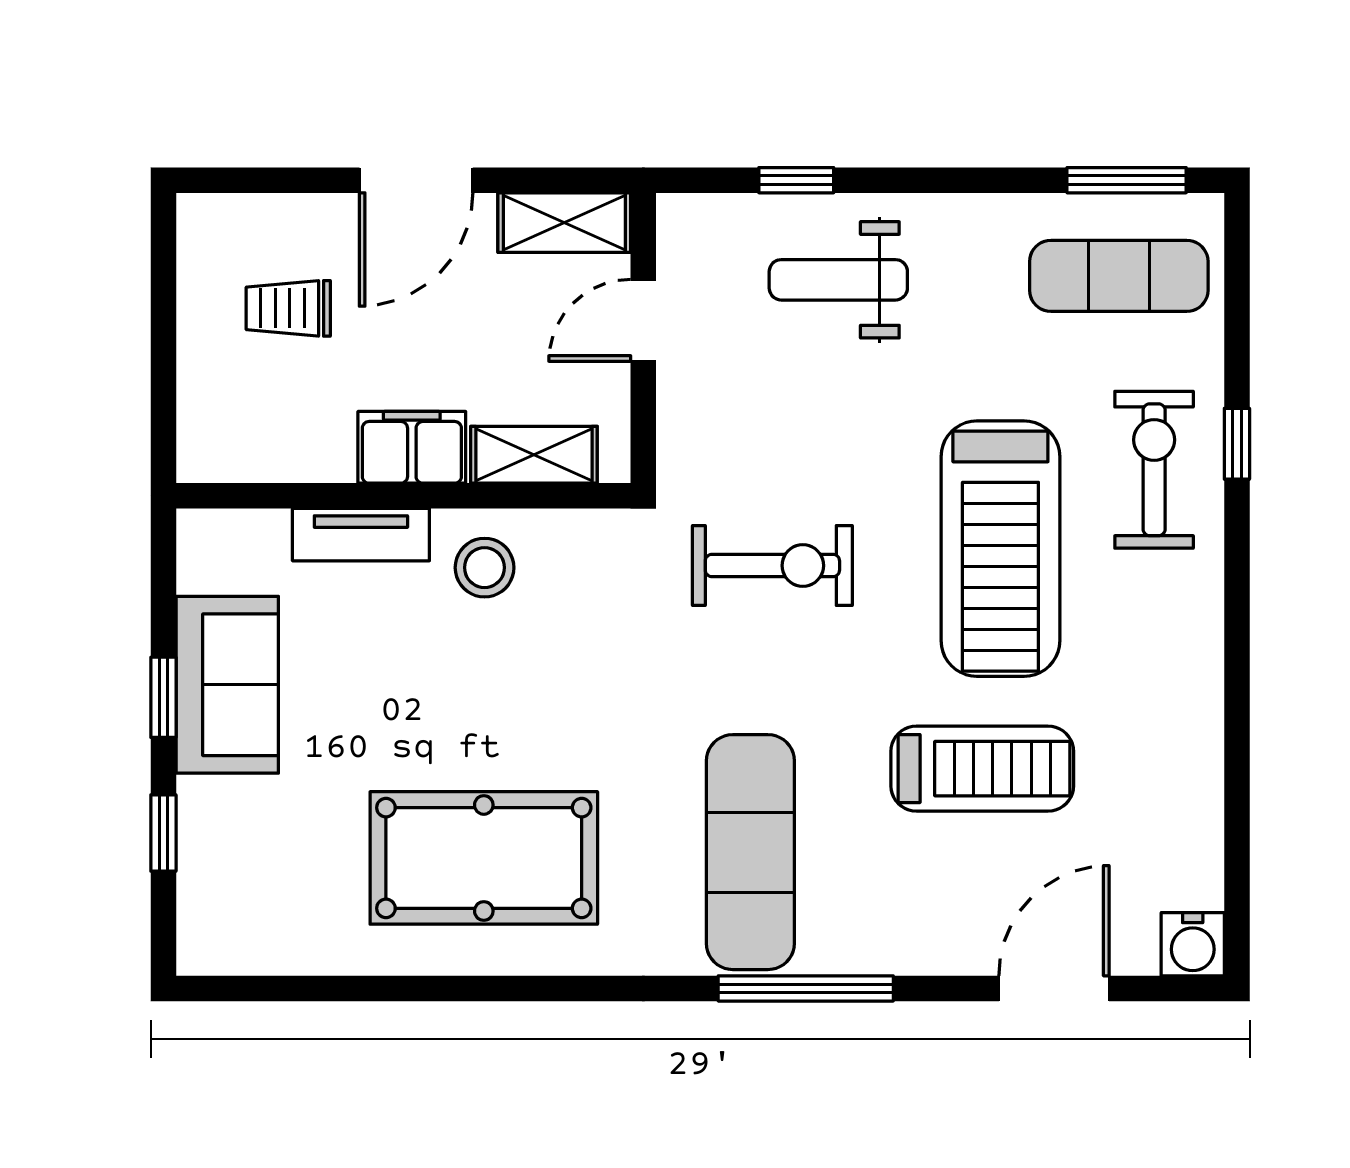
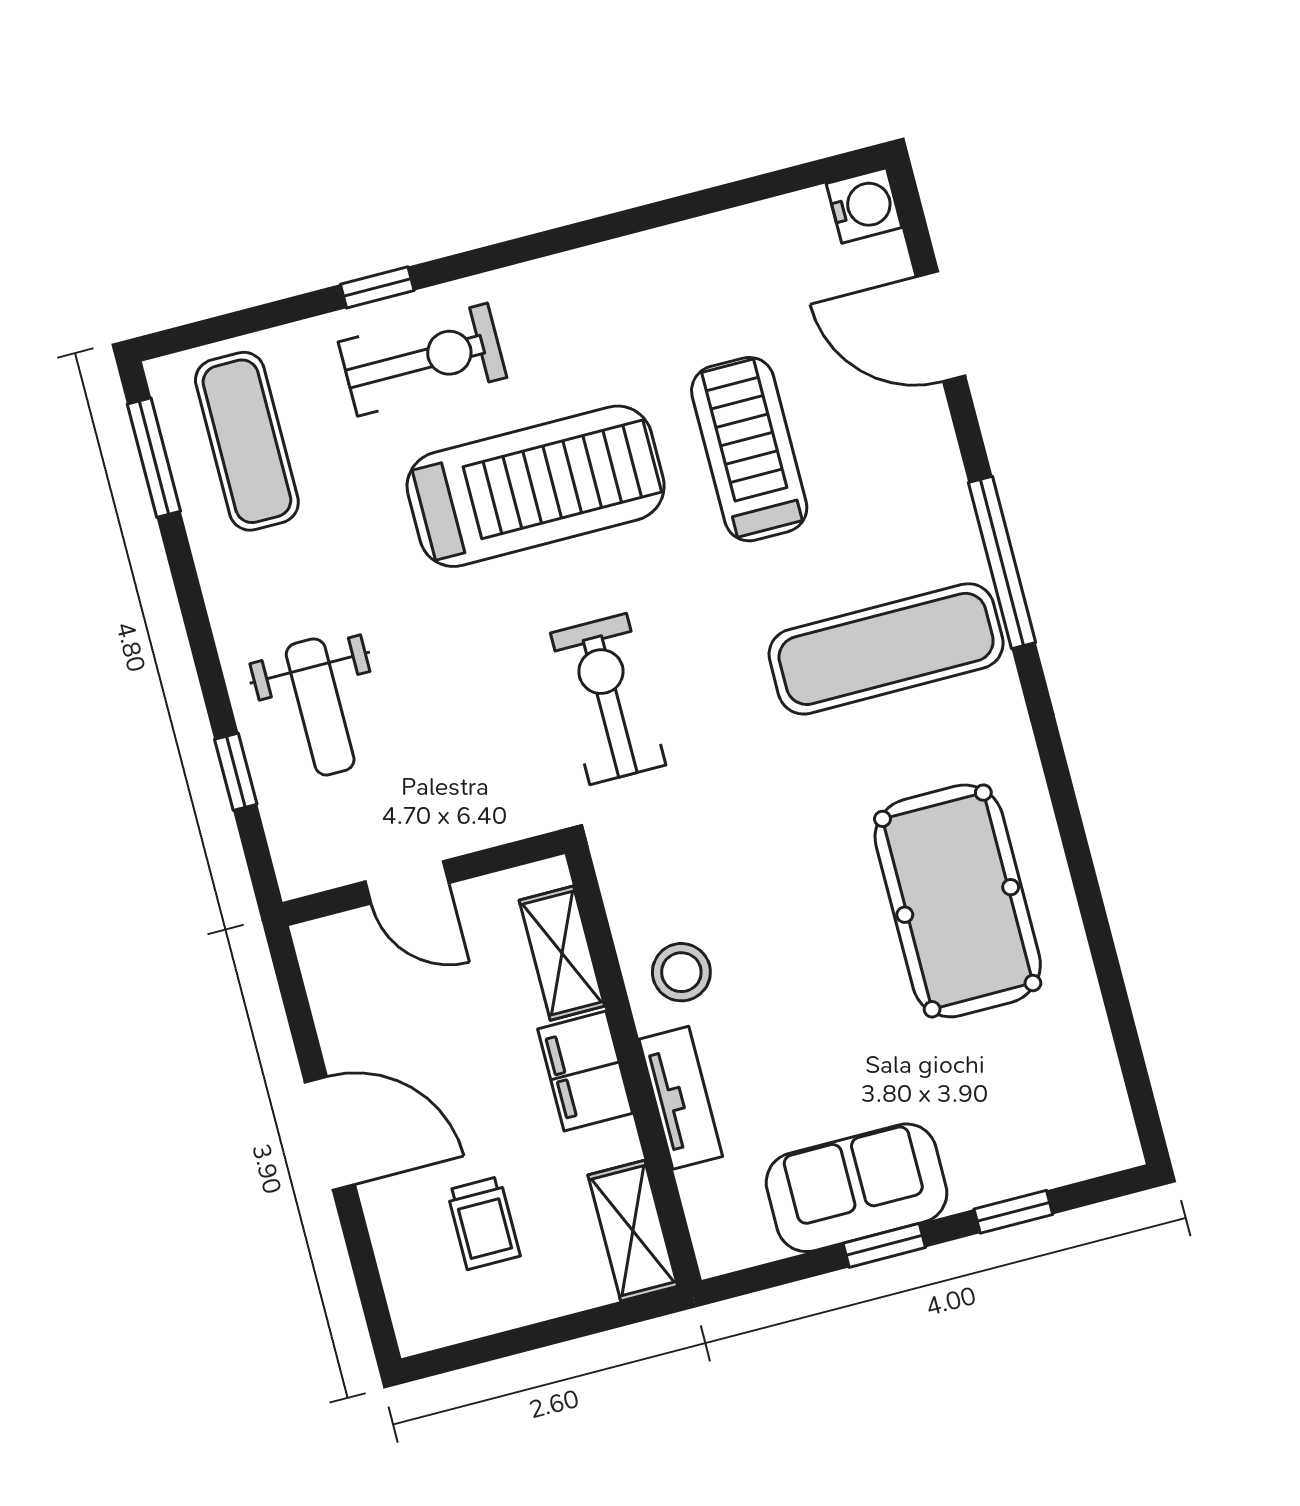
shelving: (564, 223) -> (633, 1231), moved
exercise bike: (1154, 470) -> (423, 360), turned 180

